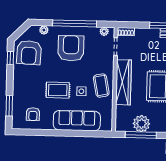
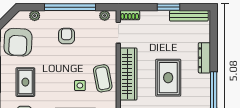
armchair: (71, 48) -> (67, 36), width x0.53, depth x0.53
rug: (58, 90) -> (25, 82), moved, turned 90

